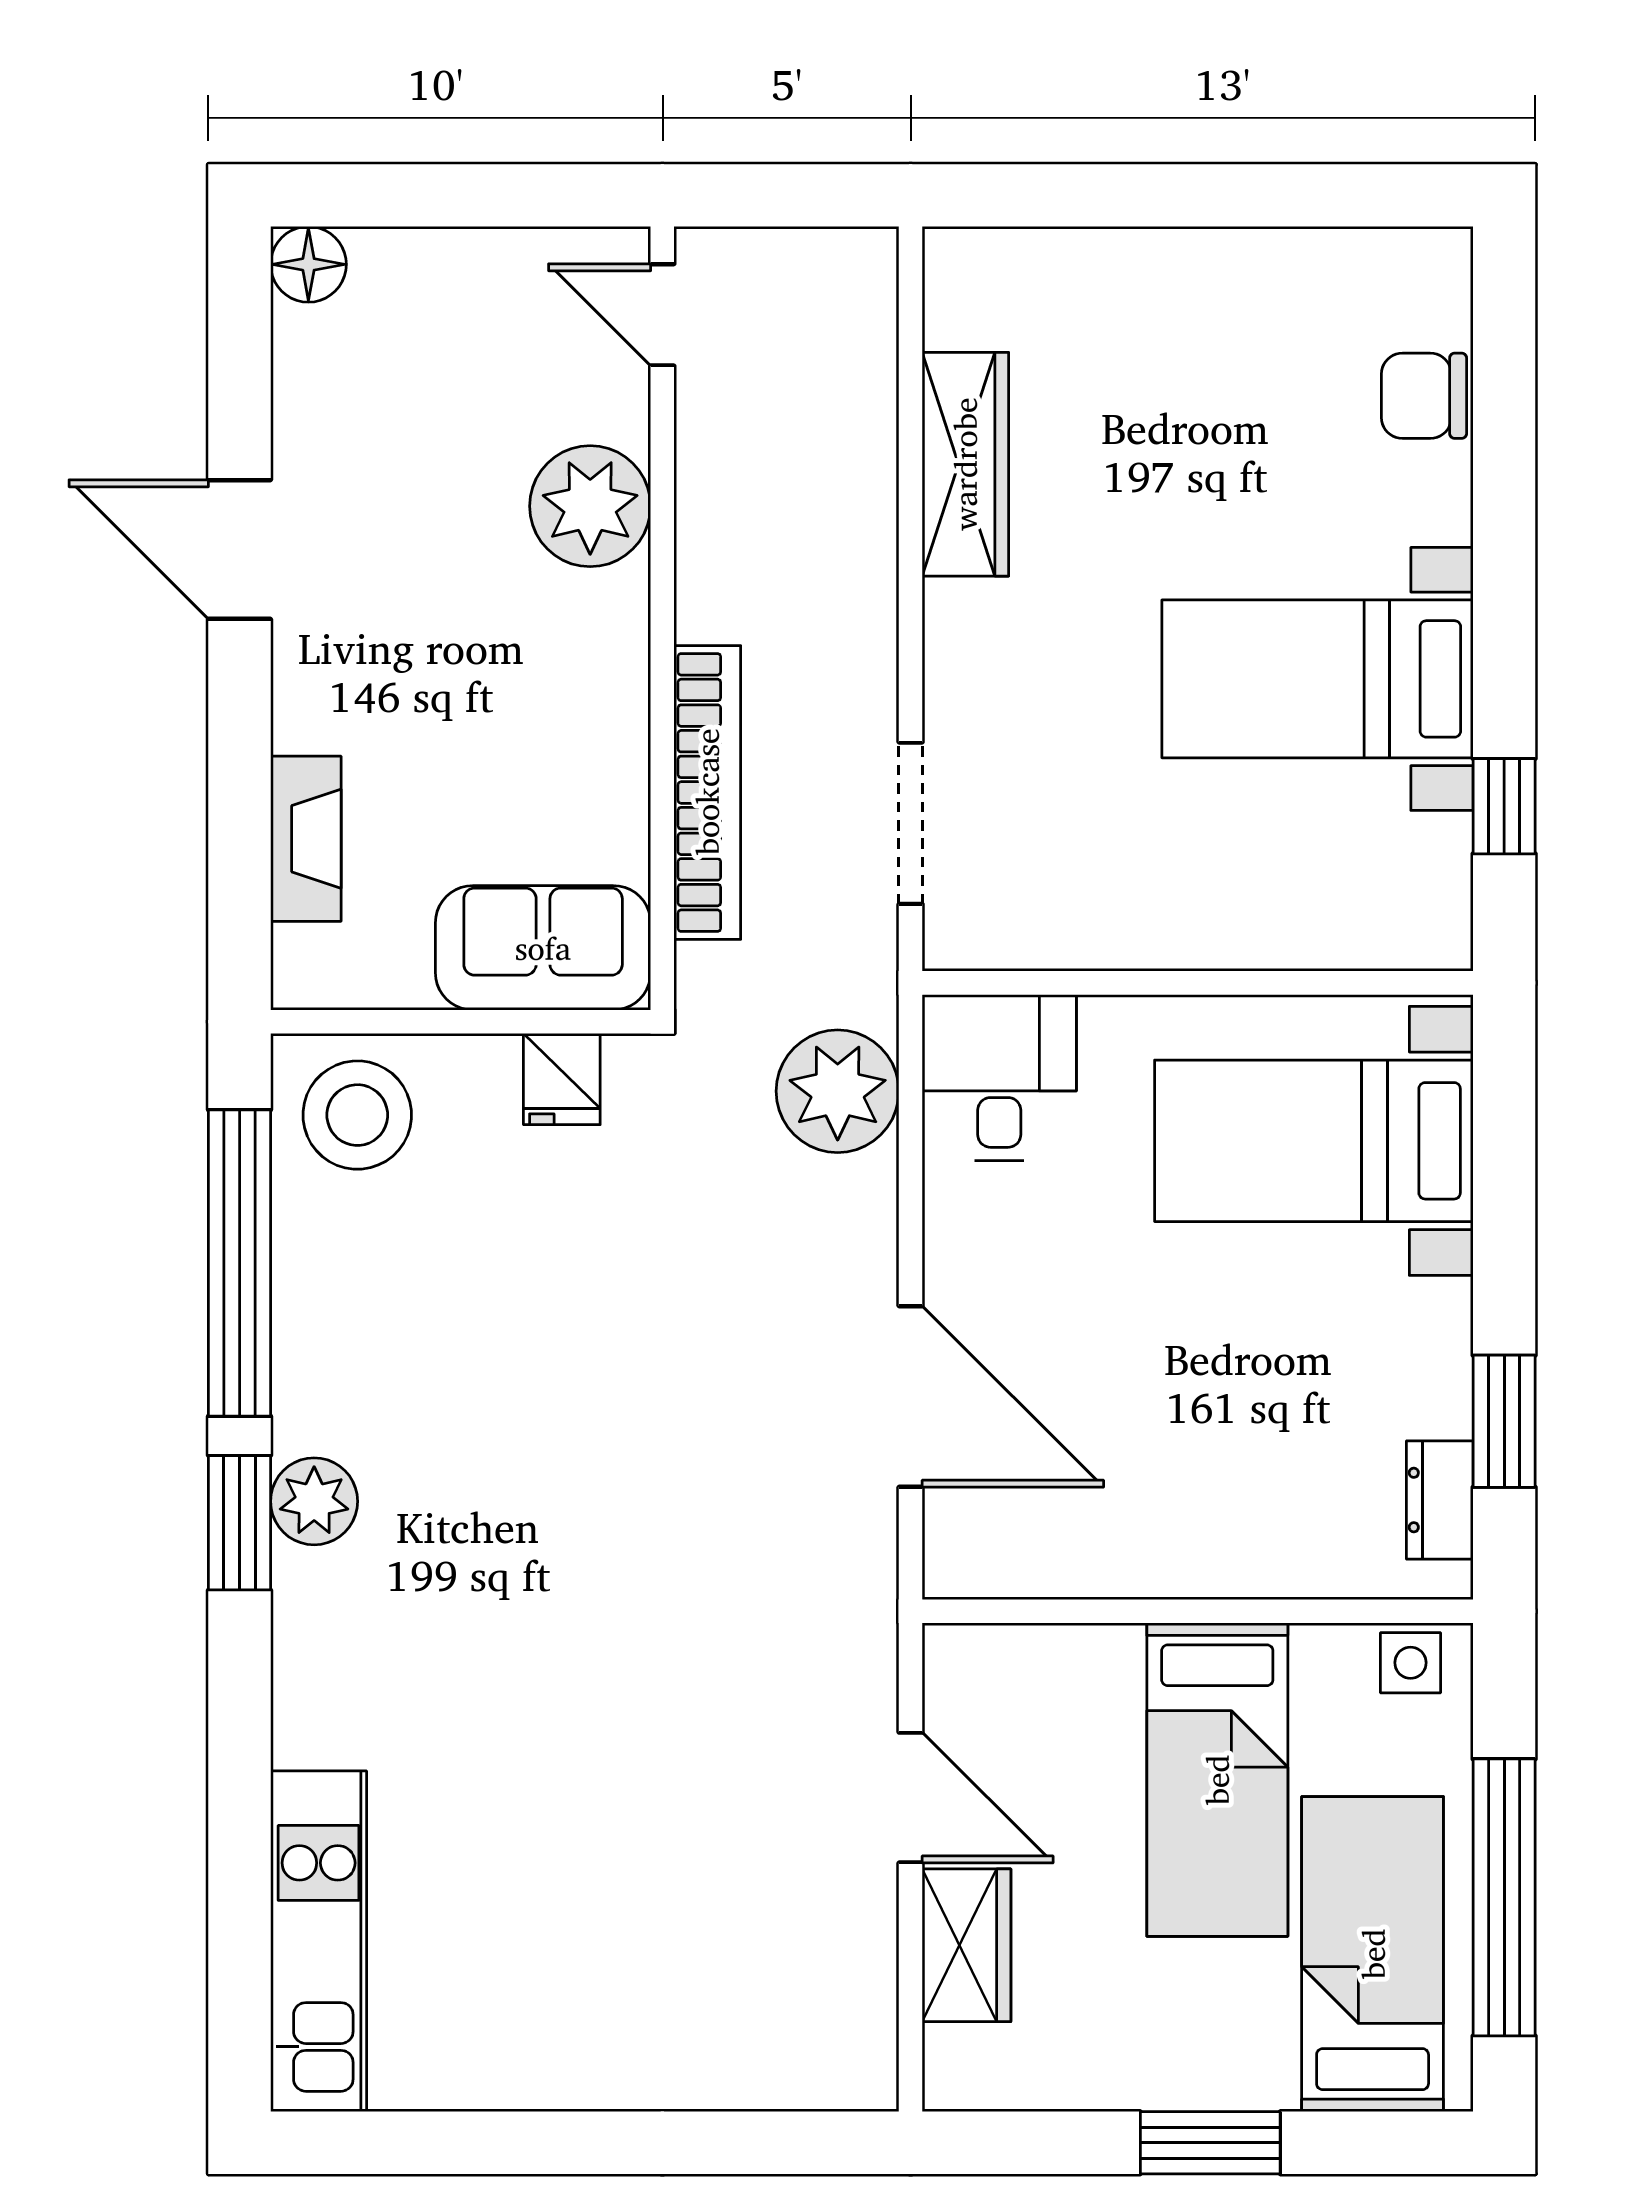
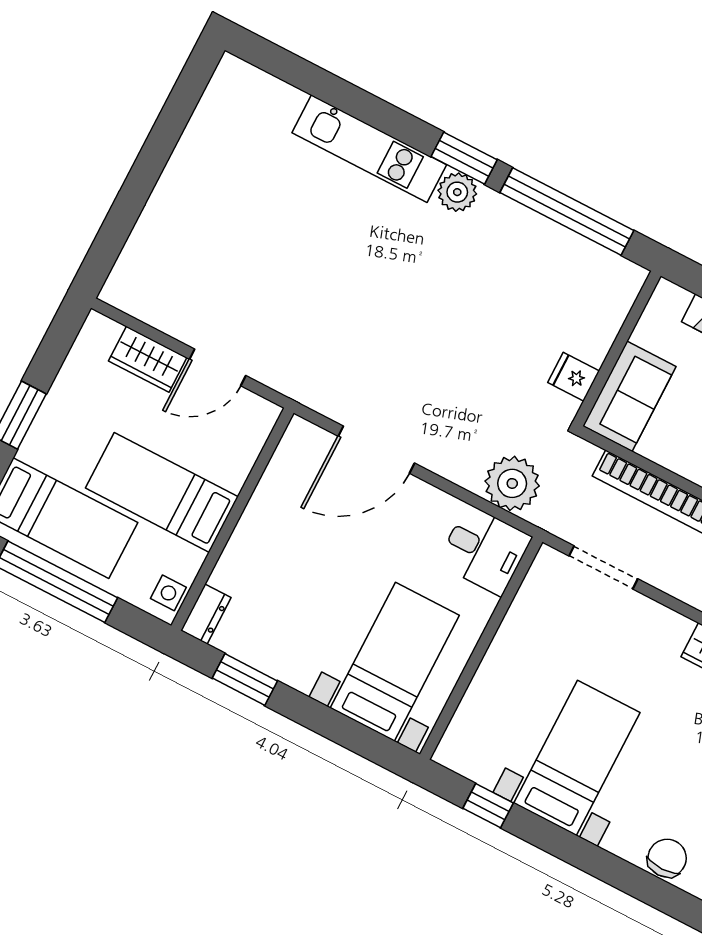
stool: (357, 1115) -> (601, 288), removed
dresser: (1440, 1500) -> (206, 614), moved, turned 90
kitchen unit: (319, 1941) -> (369, 149), moved

